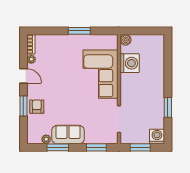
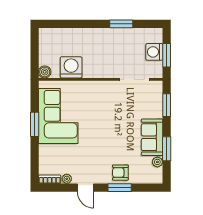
corner sofa: (100, 74) -> (58, 116), moved, turned -90
door: (23, 76) -> (85, 188), swing flipped
washing machine: (157, 136) -> (154, 52), moved

